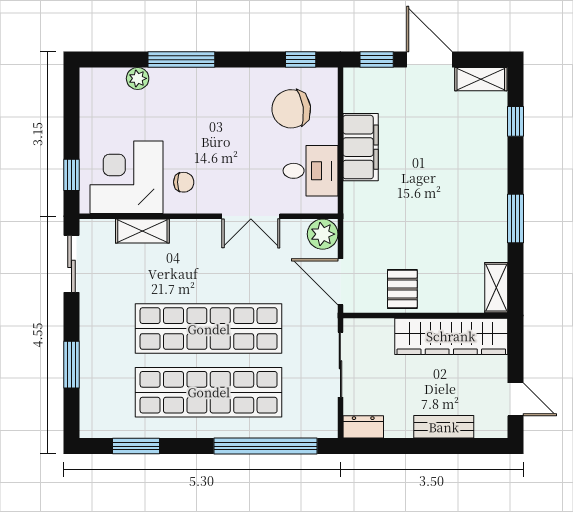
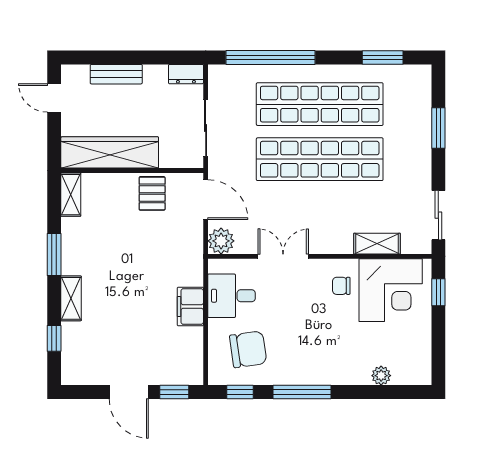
window: (181, 60) -> (302, 392), moved
shelving: (481, 79) -> (71, 298), moved, turned 90
filing cabinet: (361, 147) -> (190, 307), width x0.67, depth x0.86

